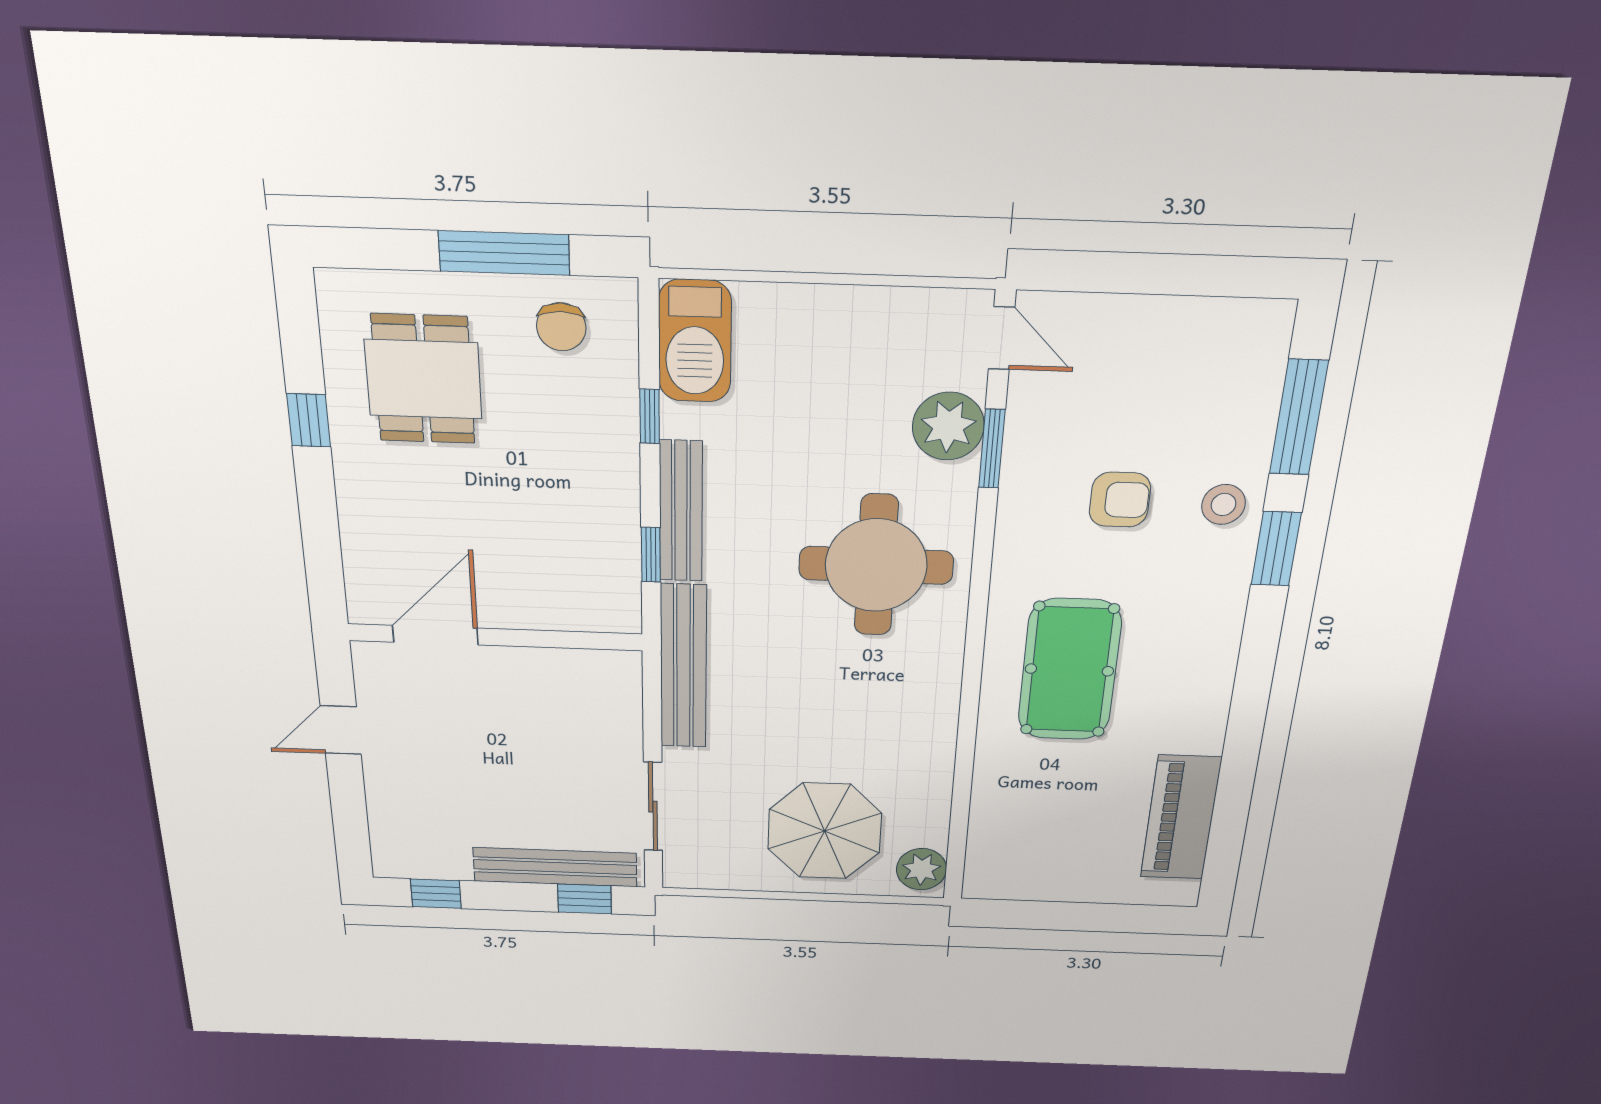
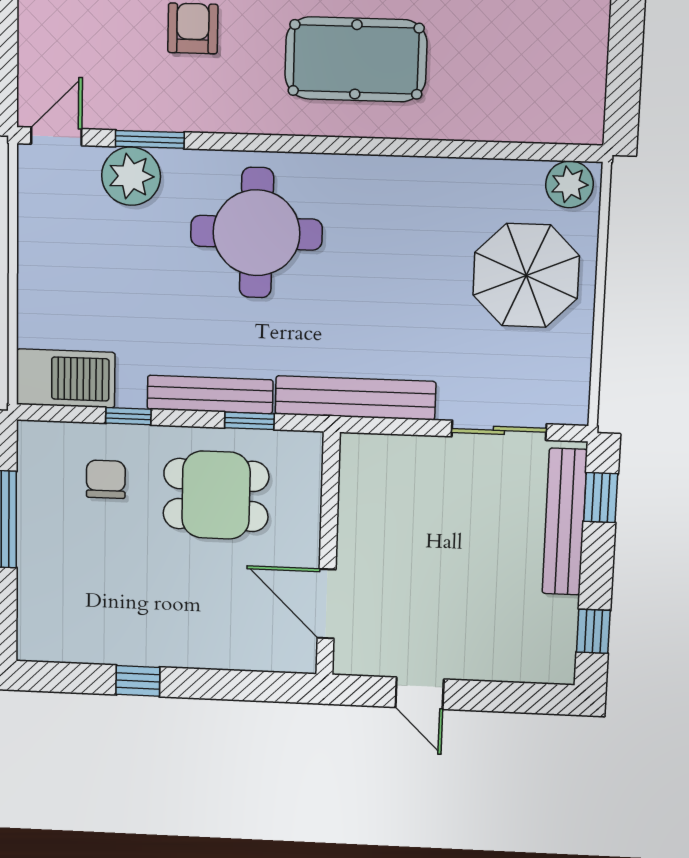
chair: (561, 327) -> (106, 479), moved, turned -90
dining table: (423, 379) -> (216, 495), moved

